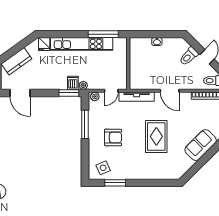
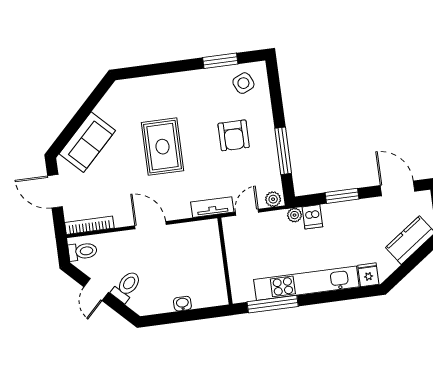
window: (69, 93) -> (342, 196), moved
tv unit: (137, 97) -> (212, 207), width x0.71
armchair: (113, 137) -> (234, 135), turned -90

